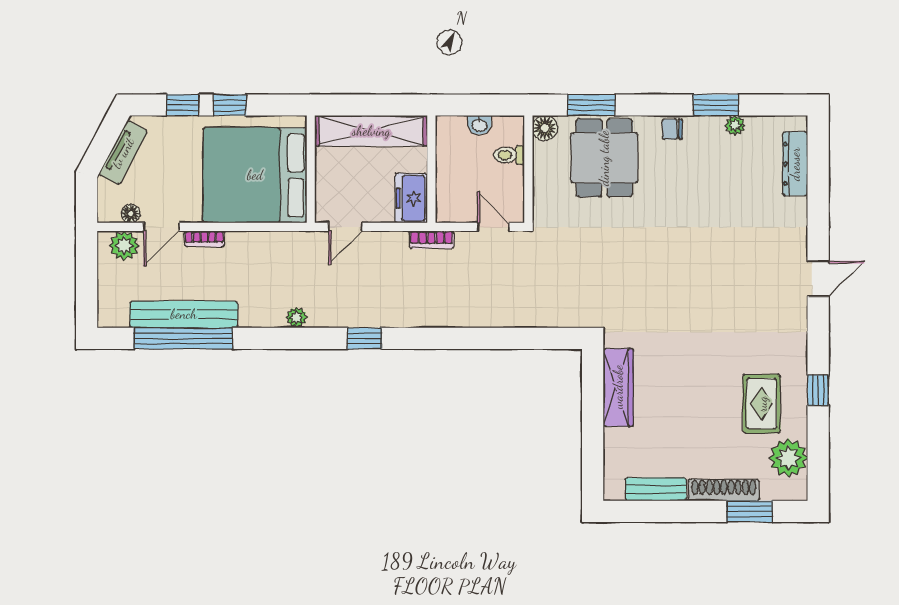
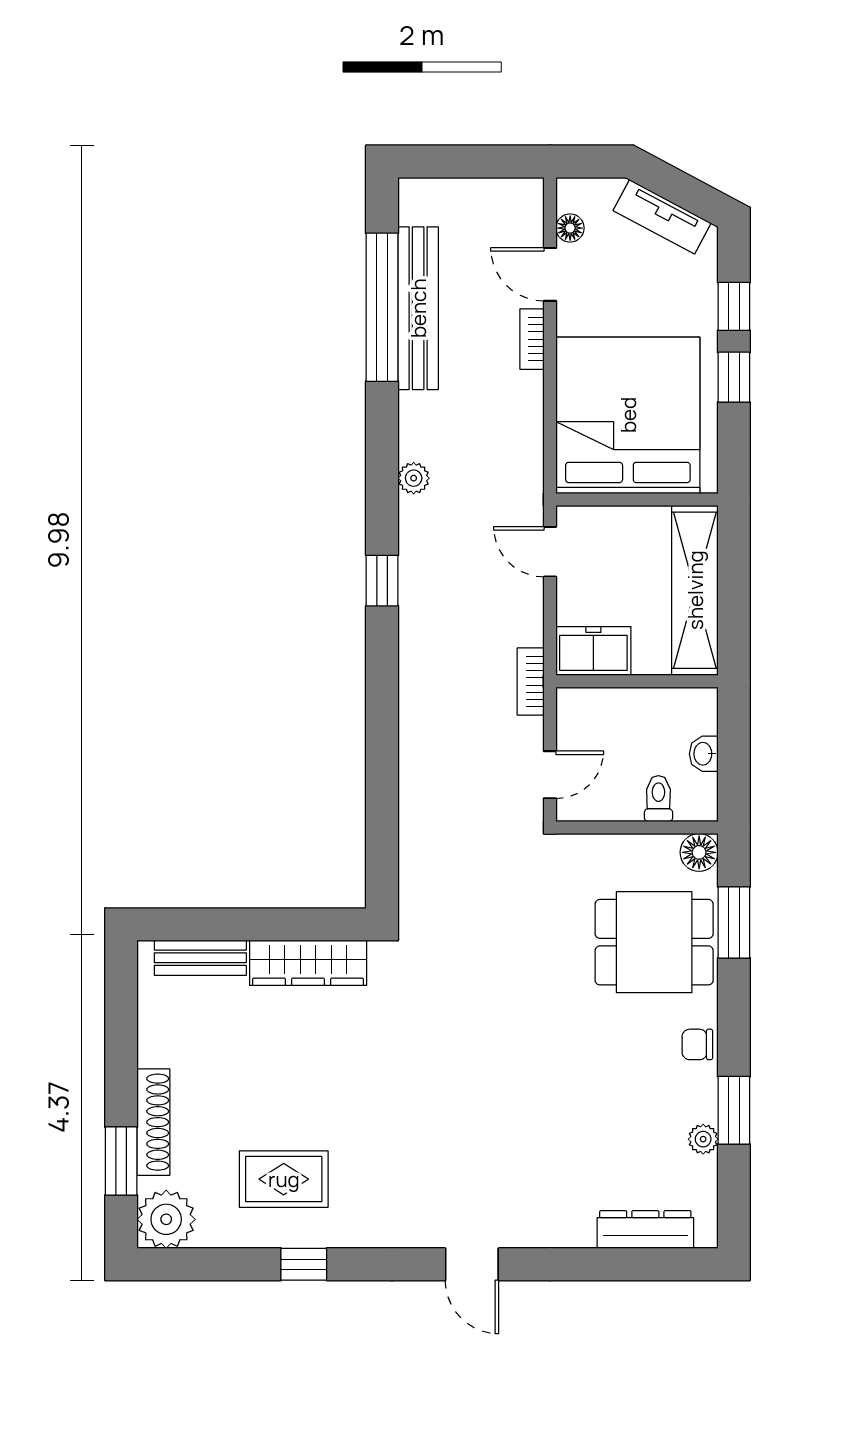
chair: (672, 129) -> (697, 1044), turned -90
plant: (124, 246) -> (522, 218), removed
plant: (788, 458) -> (166, 1219), moved
bench: (656, 489) -> (200, 958), moved, turned 90

